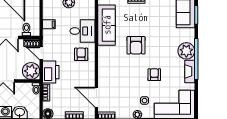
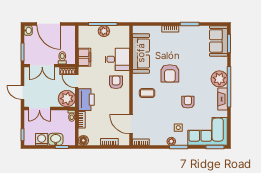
filing cabinet: (49, 24) -> (84, 57), width x2.00
coffee table: (113, 65) -> (147, 93), added

